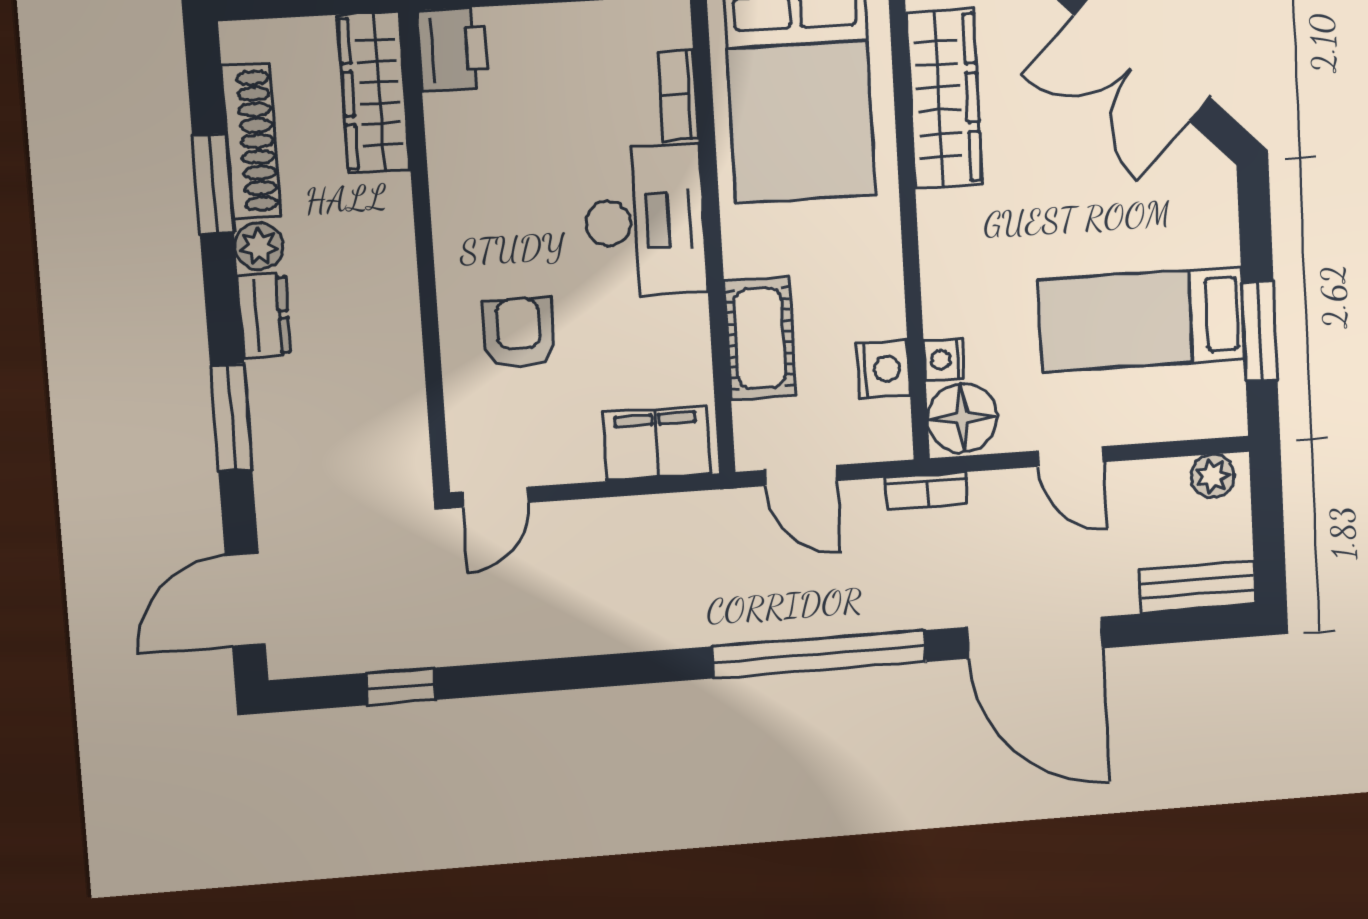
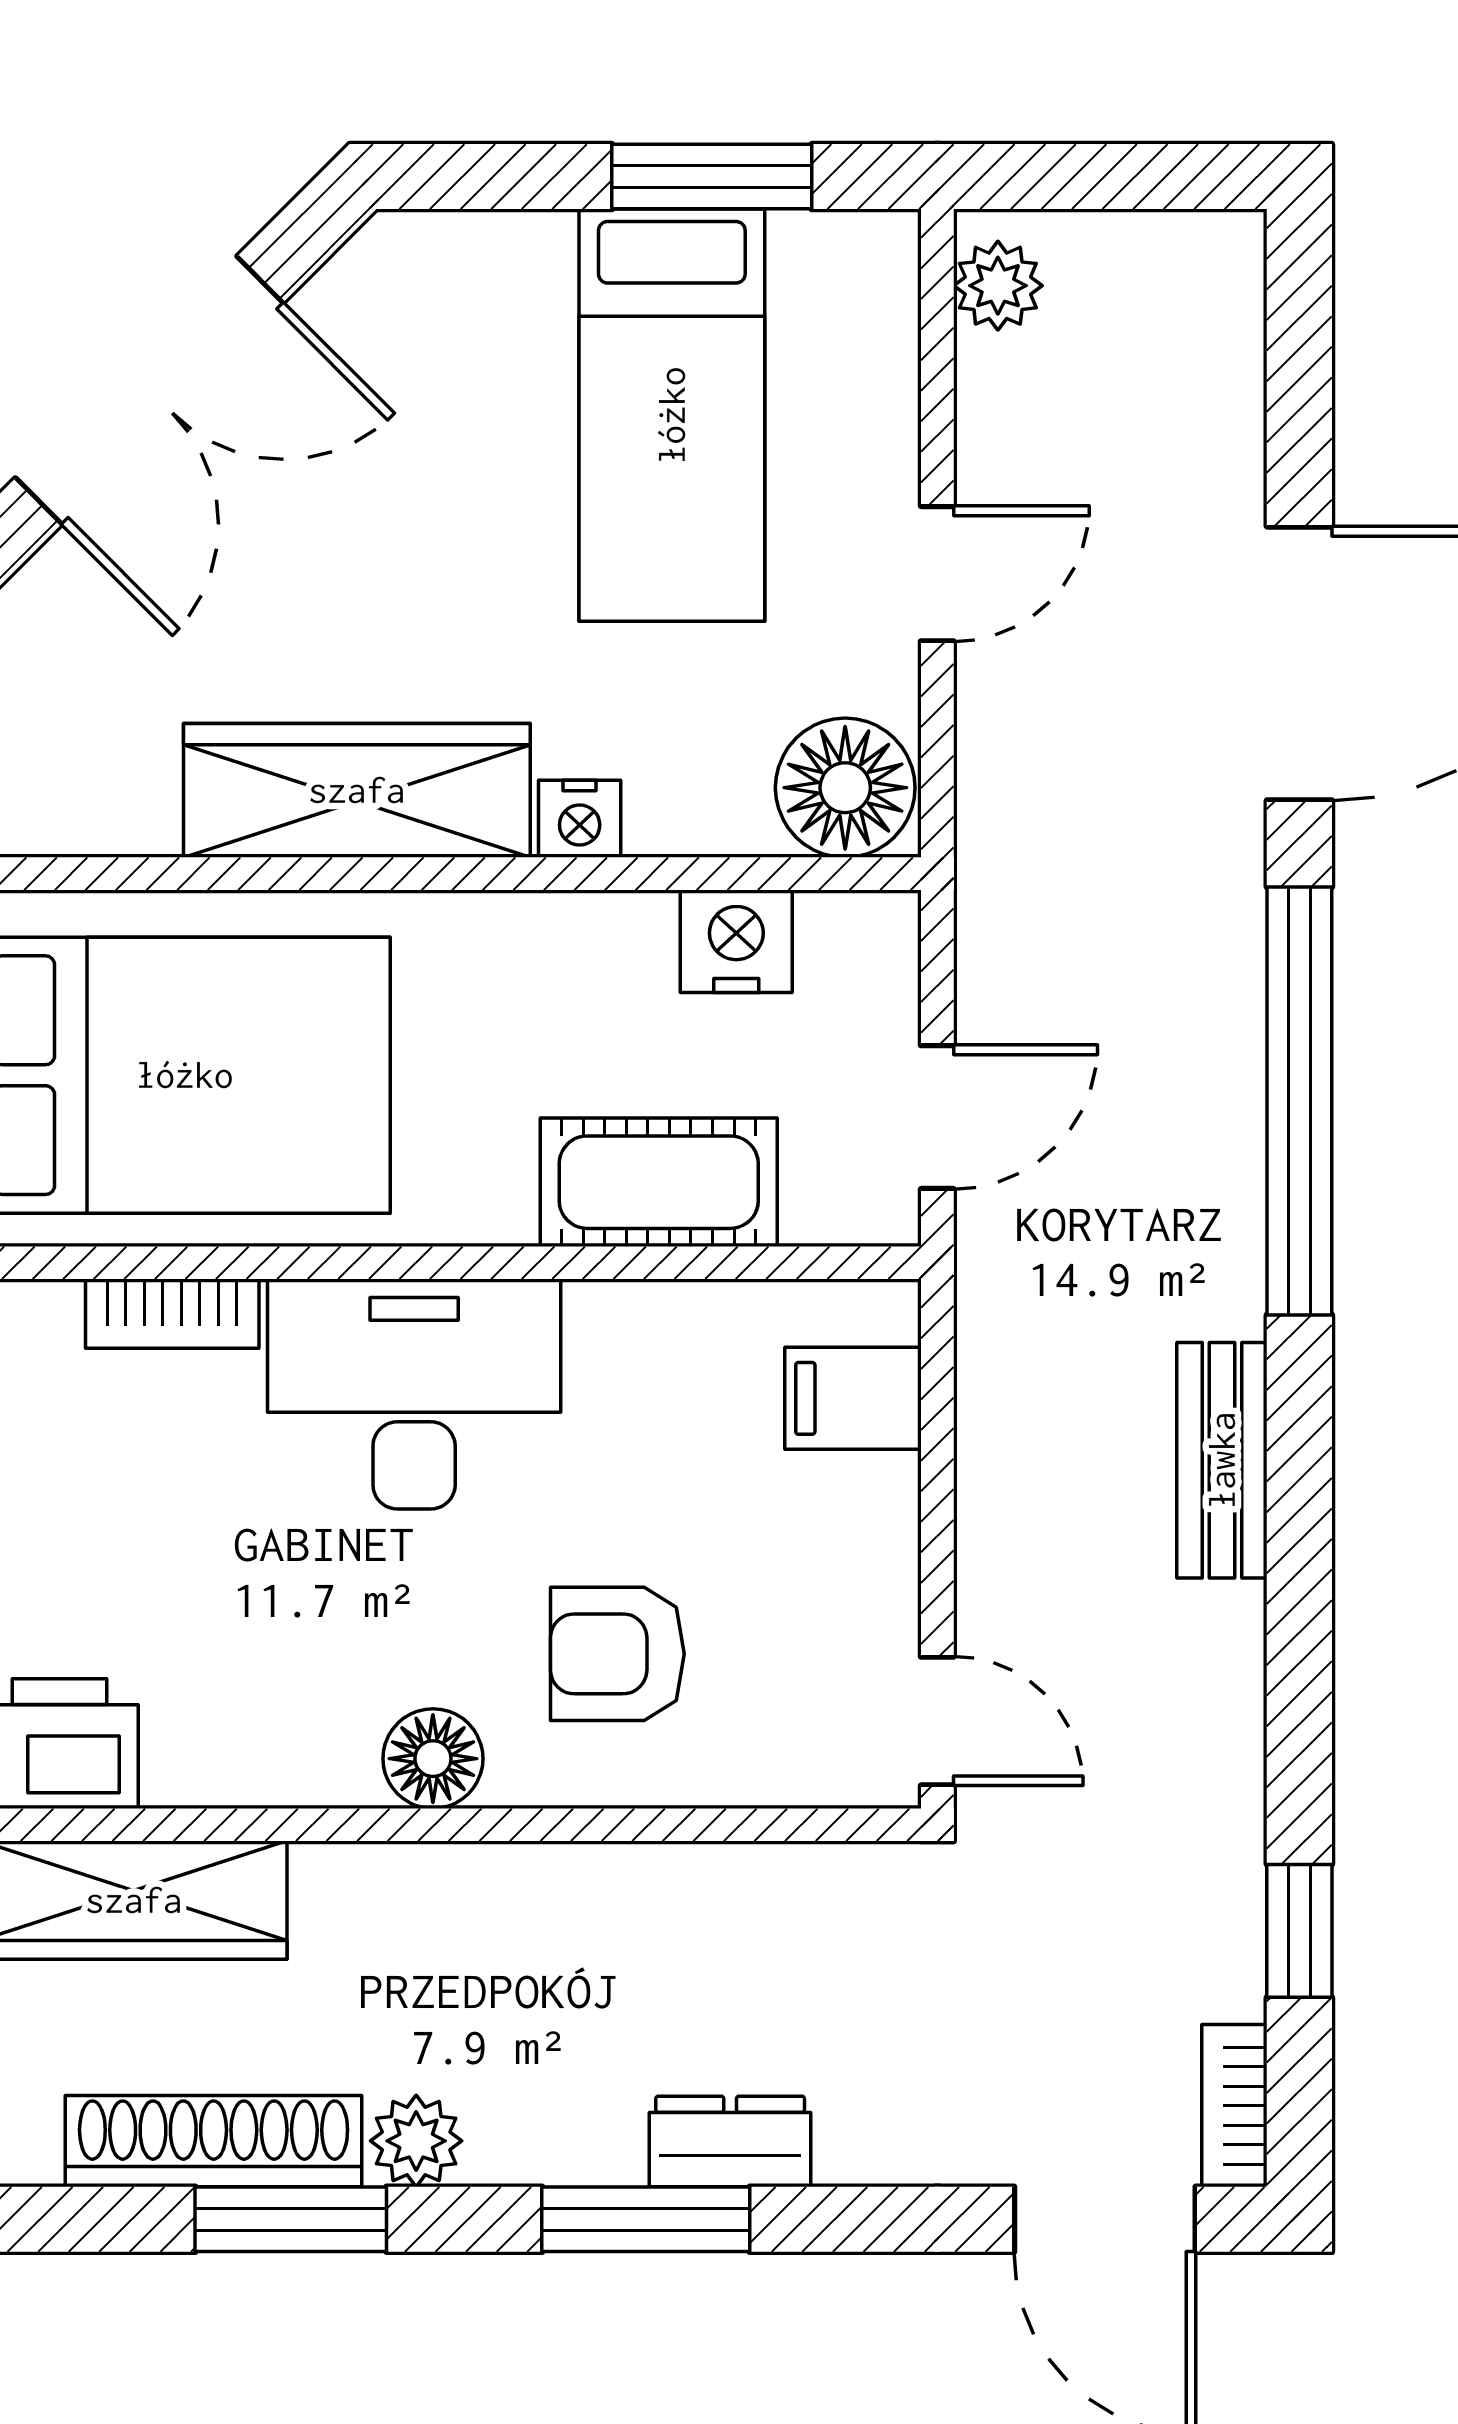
wardrobe: (944, 99) -> (357, 790), moved
floor lamp: (458, 242) -> (433, 1759), added
dresser: (264, 316) -> (730, 2141), moved
nightstand: (944, 360) -> (580, 819), moved
window: (231, 418) -> (646, 2219), moved
filing cabinet: (657, 443) -> (853, 1398), width x0.50
bookcase: (927, 491) -> (1234, 2106), moved, turned 180
bench: (1198, 587) -> (1222, 1460), moved

